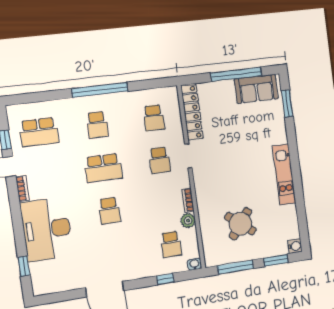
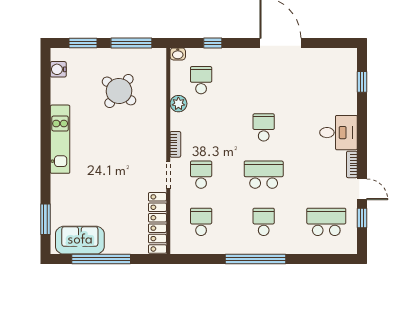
bookcase: (188, 200) -> (175, 144), moved
desk: (47, 229) -> (339, 133), width x0.53, depth x0.77
water cooler: (295, 246) -> (58, 69), moved

